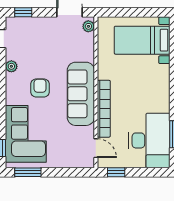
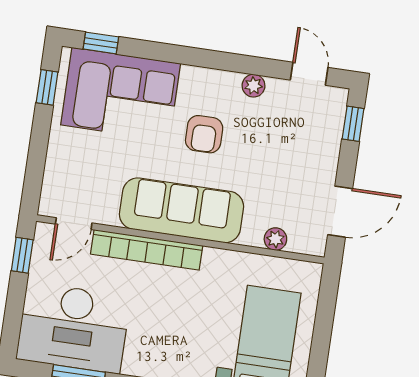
plant: (88, 26) -> (275, 239), moved
armchair: (40, 88) -> (204, 134), turned 90
window: (28, 172) -> (47, 87), width x0.67

